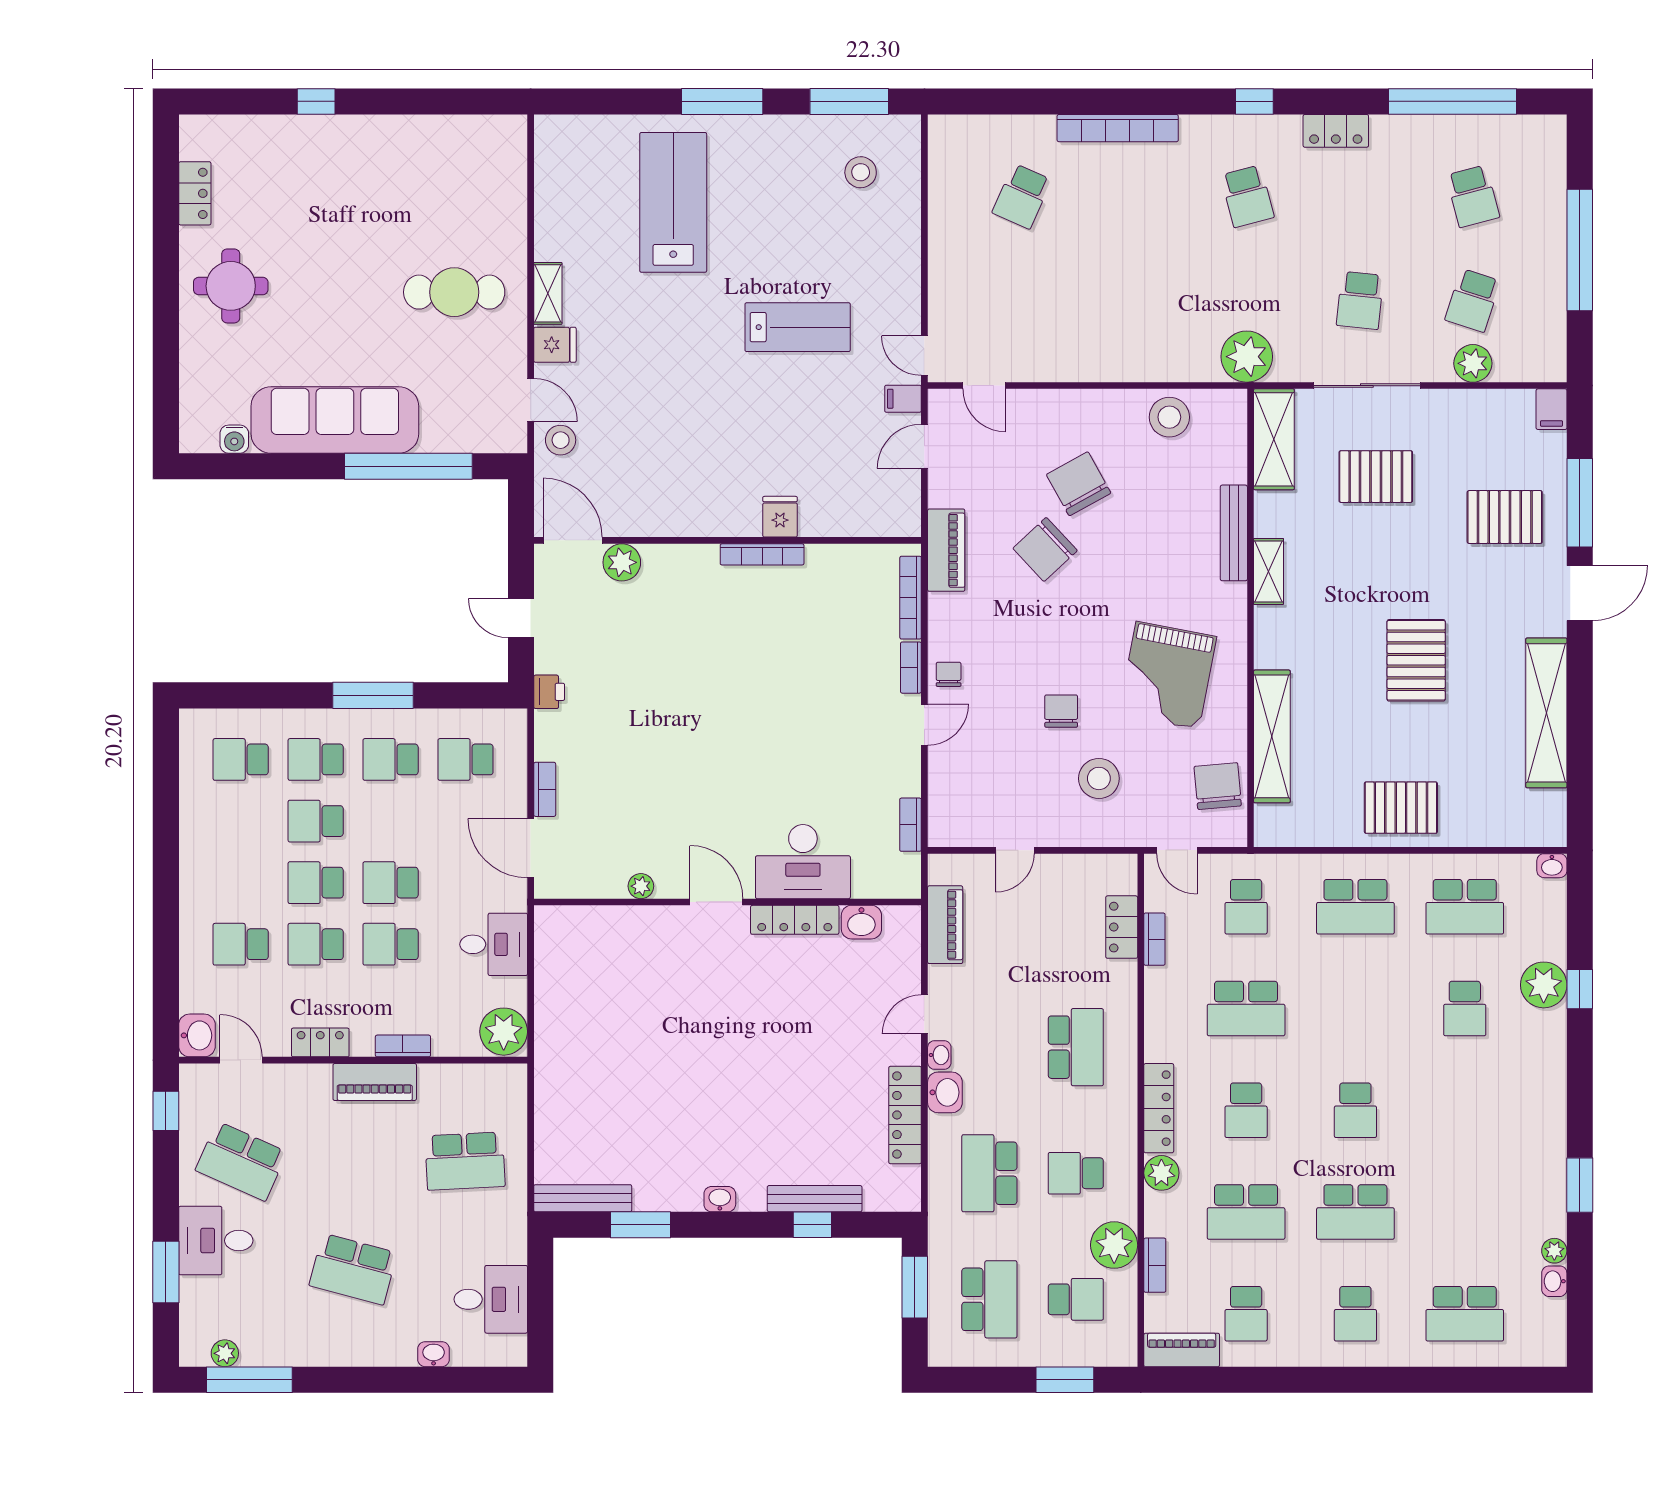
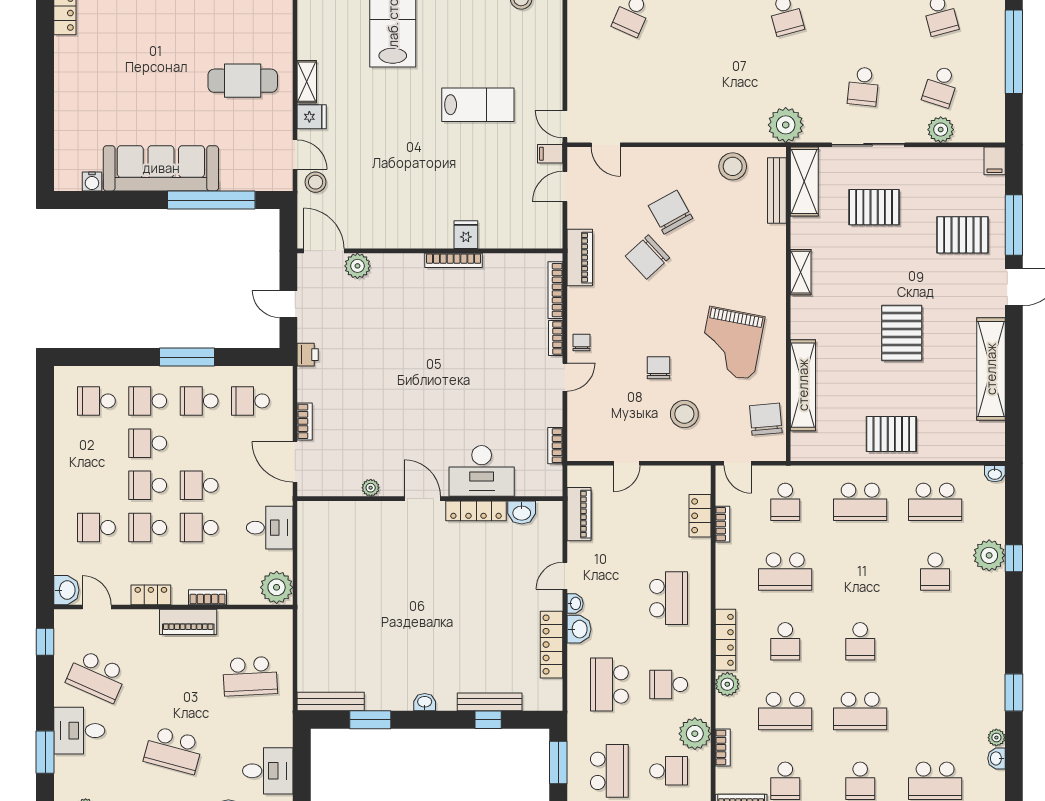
round table: (231, 286) -> (90, 76), removed
bench: (1234, 533) -> (777, 191), moved

